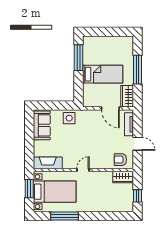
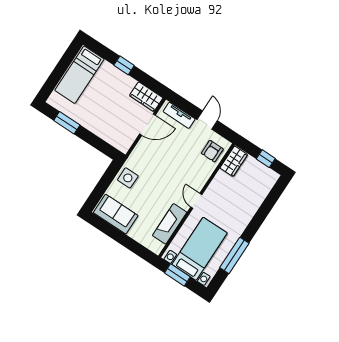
window: (78, 58) -> (67, 123), width x0.69
window: (138, 70) -> (124, 65), width x0.46
bed: (103, 74) -> (79, 75), moved, turned 180
door: (138, 144) -> (207, 120), hinge flipped
fireplace: (48, 163) -> (170, 224), moved

